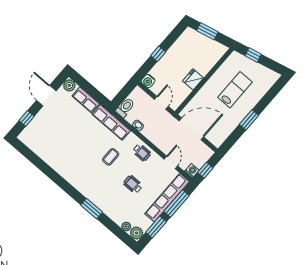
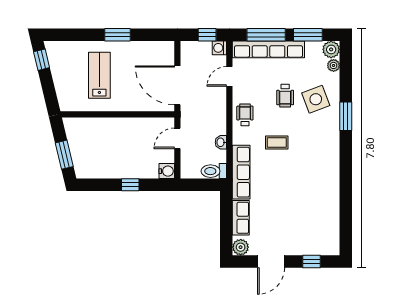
window: (253, 55) -> (42, 60), moved
fridge: (193, 79) -> (126, 127), removed
lab bench: (235, 90) -> (99, 75), turned 90
side table: (116, 200) -> (316, 99), added

